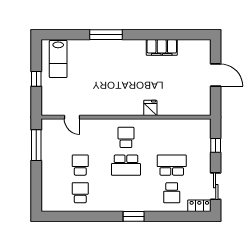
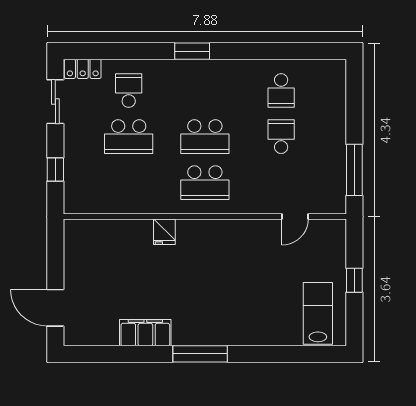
window: (106, 35) -> (200, 354), moved
door: (216, 75) -> (55, 308), moved
door: (72, 117) -> (295, 217), swing flipped
school desk: (126, 137) -> (205, 183), width x1.85
school desk: (80, 165) -> (281, 137), turned 180
school desk: (126, 165) -> (205, 137), turned 180

